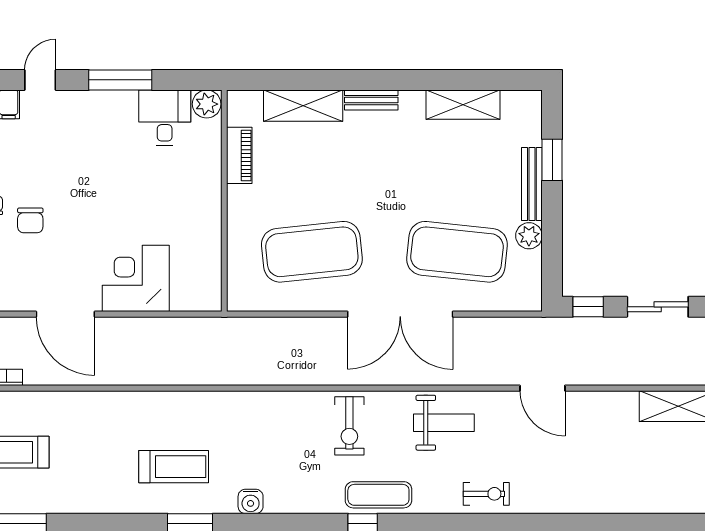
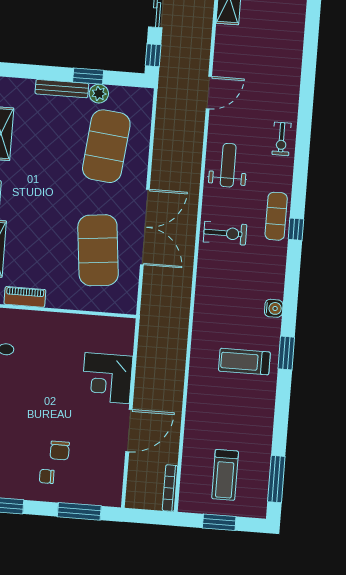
window: (552, 160) -> (88, 76), moved
chair: (30, 220) -> (60, 450), turned 90
double door: (400, 314) -> (145, 227), moved
treadmill: (174, 467) -> (244, 362), turned -90
exercise bike: (486, 494) -> (282, 139), turned 180

